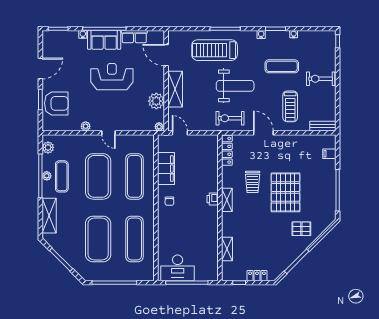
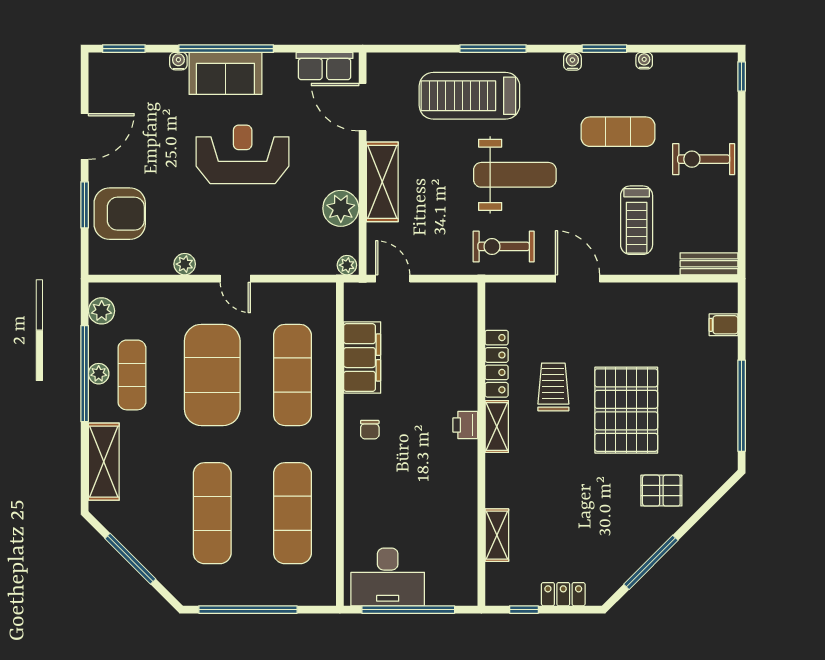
row of seats: (134, 37) -> (324, 66), moved
locker: (227, 150) -> (497, 364), moved
trolley: (253, 182) -> (553, 387), turned 180
exercise mat: (98, 239) -> (212, 513), width x0.68

